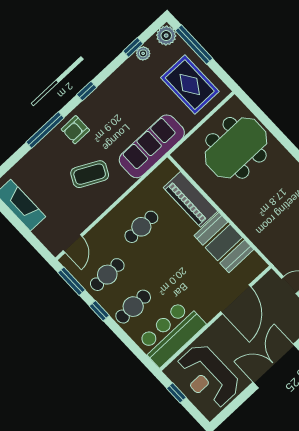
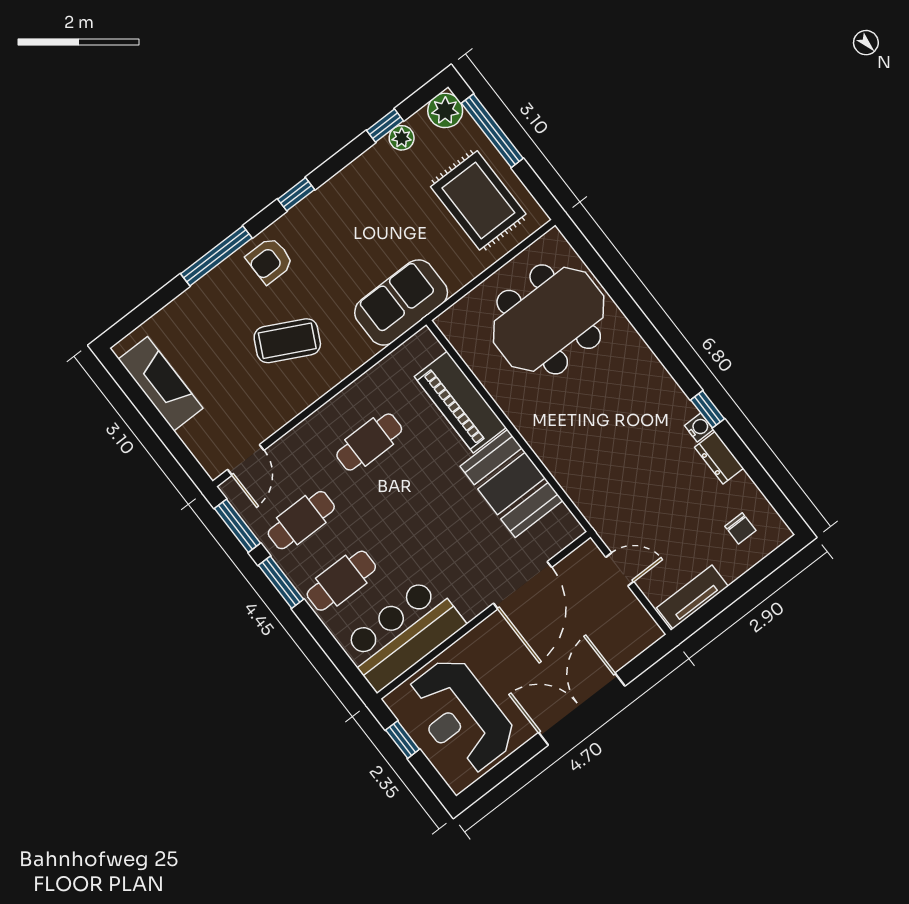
sofa: (152, 146) -> (401, 303), width x0.73
window: (99, 311) -> (281, 582), width x1.50

